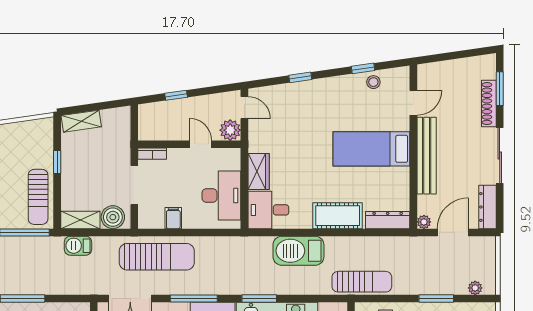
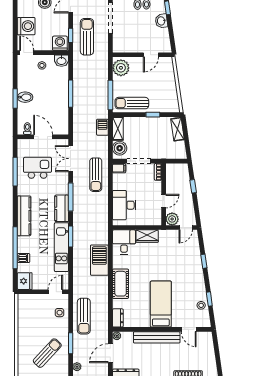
desk: (221, 196) -> (124, 205), moved, turned 90
filing cabinet: (173, 218) -> (119, 168), moved
dresser: (388, 220) -> (118, 318), width x0.70
door: (453, 232) -> (110, 353), swing flipped
sun lounger: (157, 257) -> (96, 175), width x0.73, depth x0.75
sun lounger: (362, 282) -> (84, 316), moved

